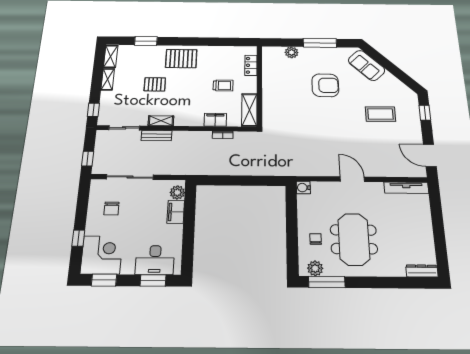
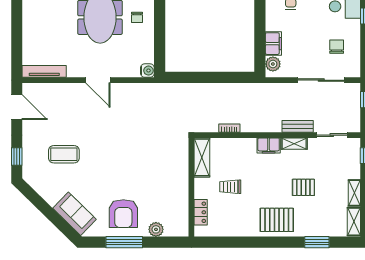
armchair: (325, 85) -> (123, 214), moved, turned -90
filing cabinet: (215, 120) -> (269, 145), moved

